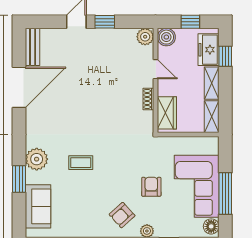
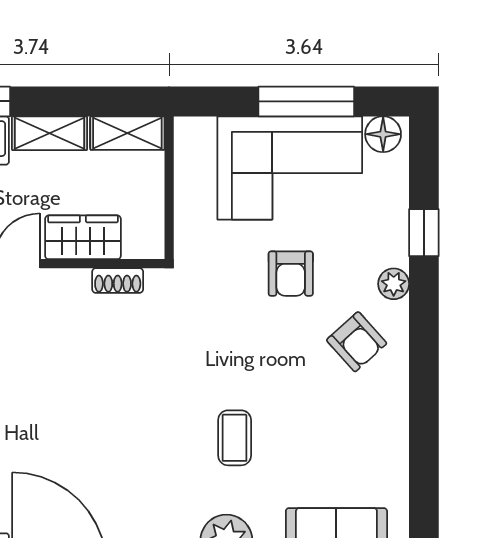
shoe rack: (148, 99) -> (118, 280), moved
wardrobe: (167, 113) -> (83, 237), moved
armchair: (151, 187) -> (291, 274), turned -90

